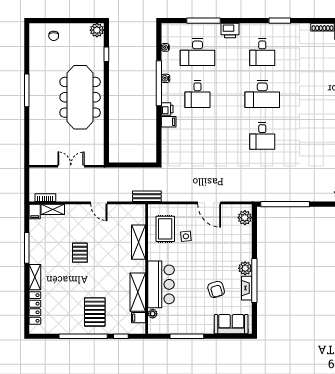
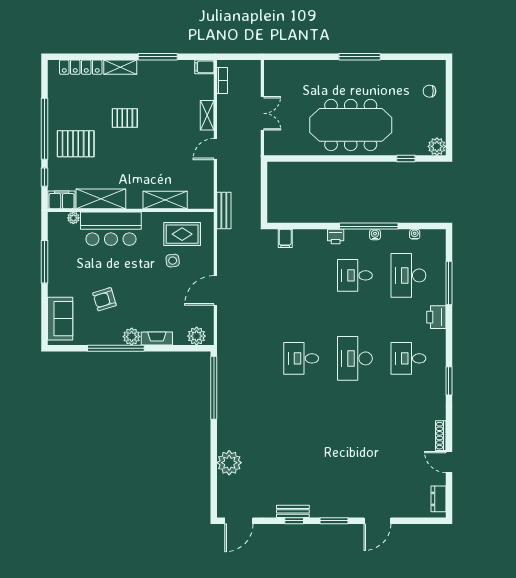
filing cabinet: (169, 122) -> (285, 238), moved
shelving: (53, 209) -> (207, 115), moved
pallet: (80, 253) -> (125, 118), moved
fireplace: (247, 288) -> (157, 339), moved
filing cabinet: (138, 318) -> (62, 200), width x2.00

